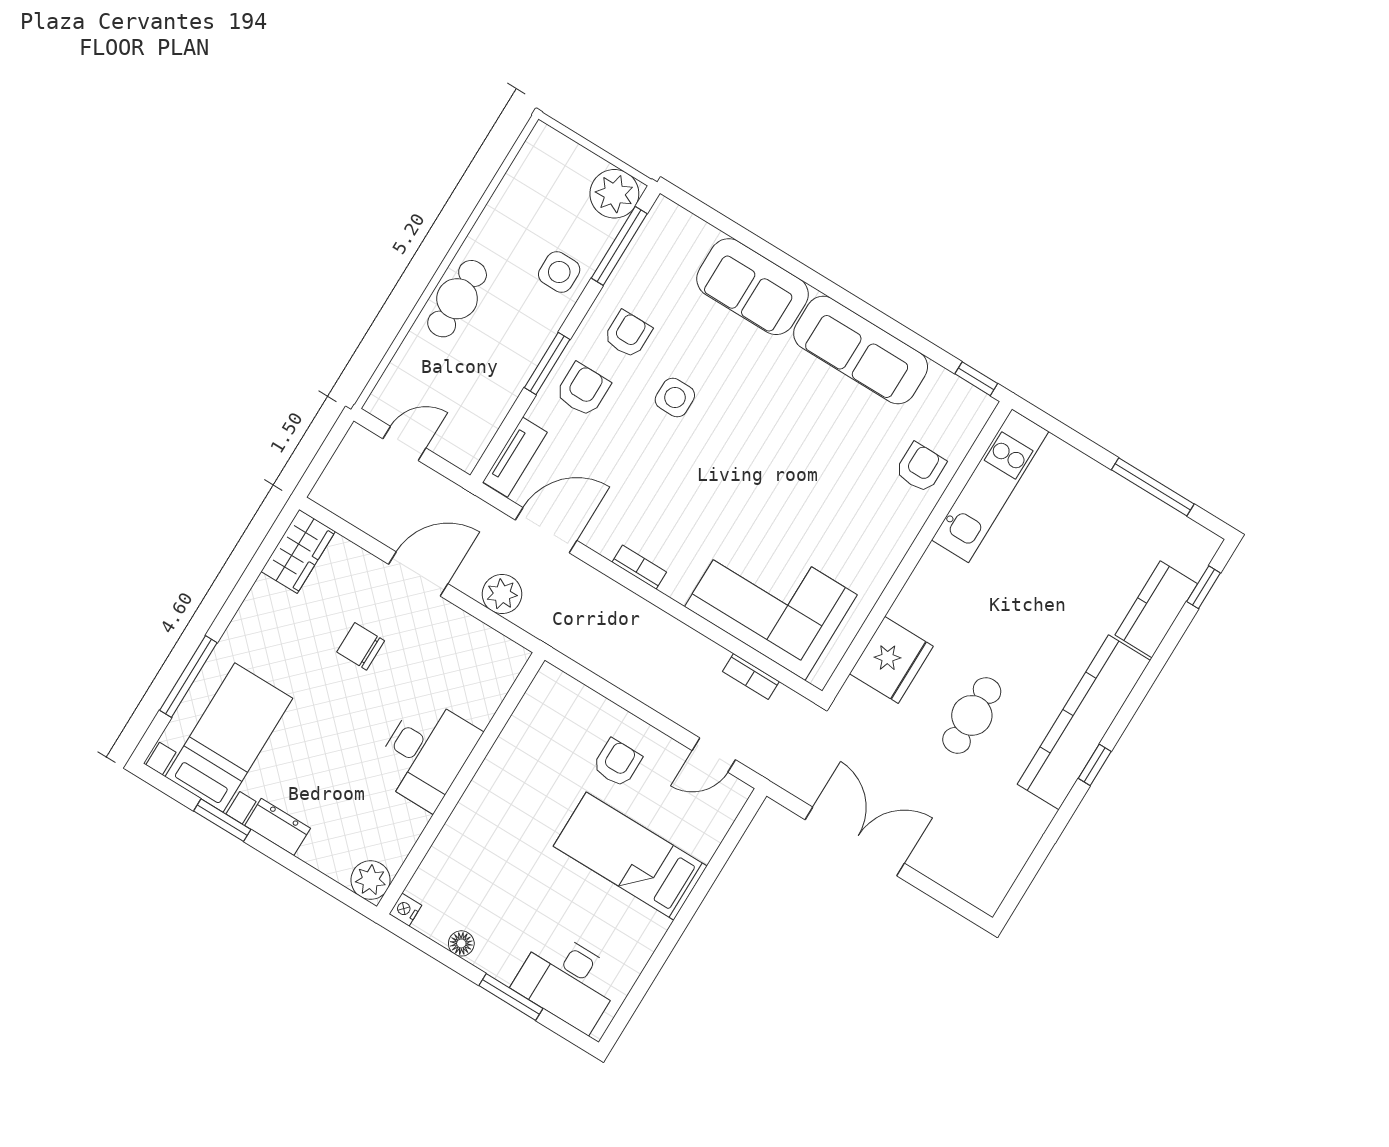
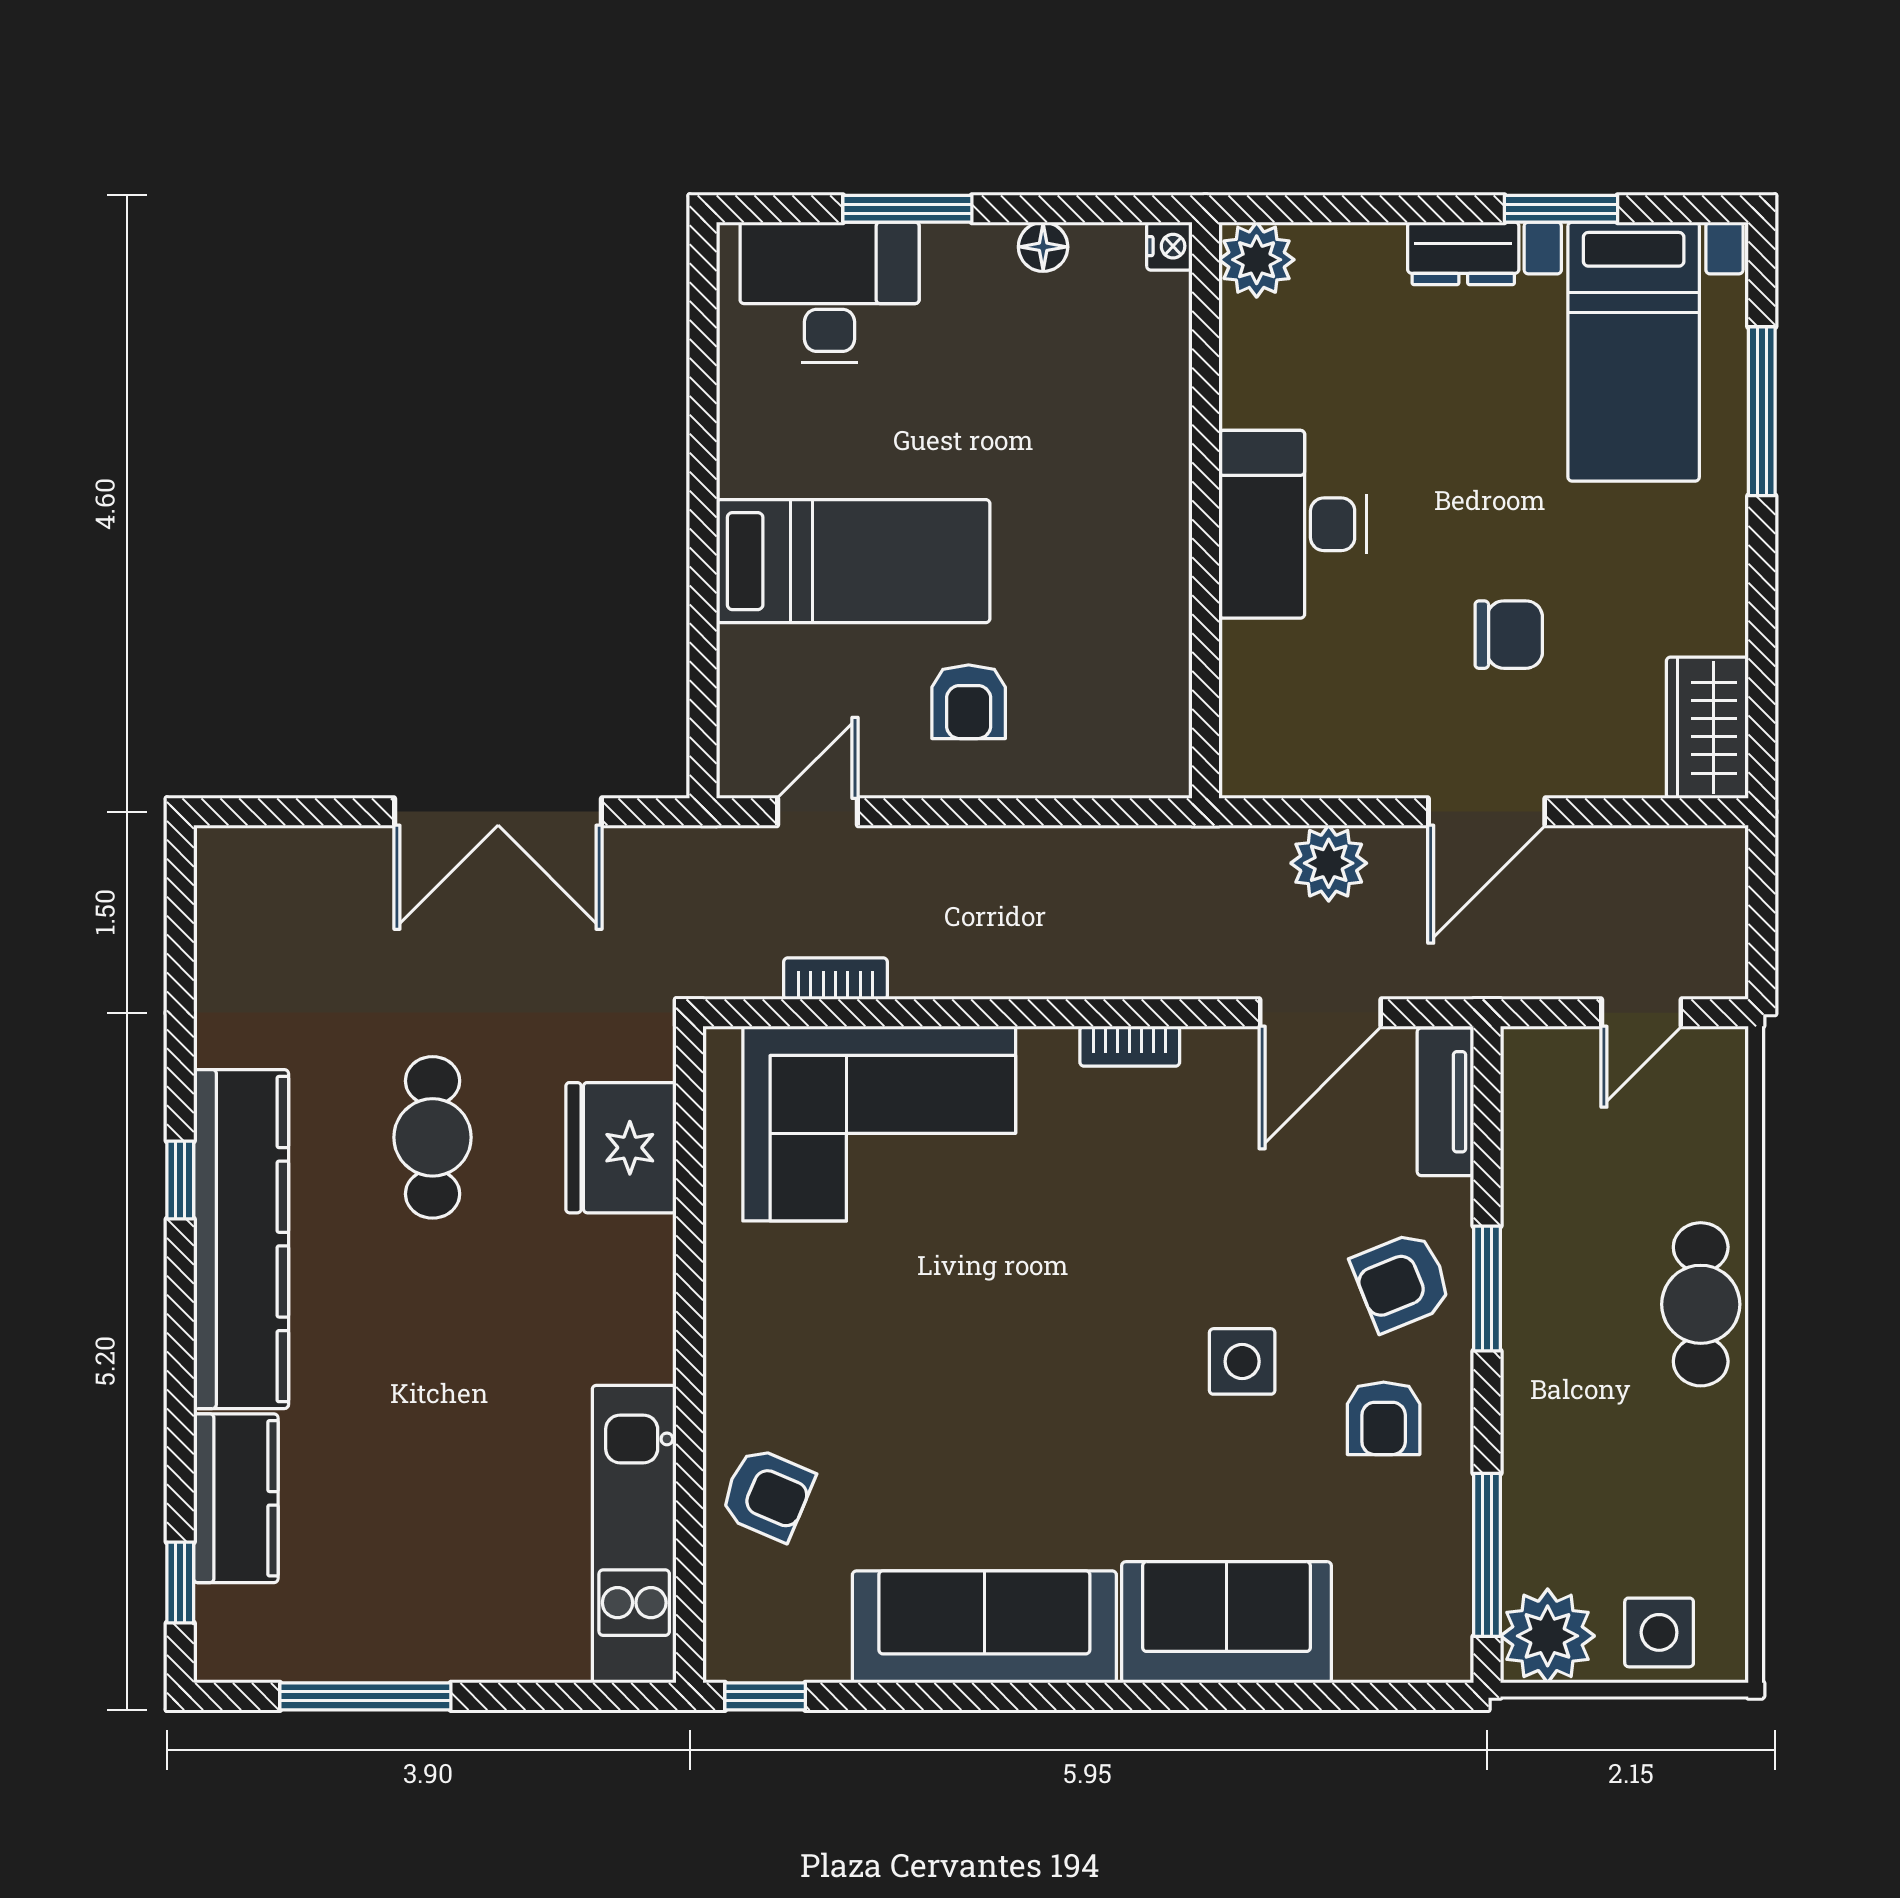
side table: (559, 272) -> (1659, 1632), moved
armchair: (583, 390) -> (1402, 1281), turned 68
armchair: (921, 468) -> (767, 1494), turned -67

